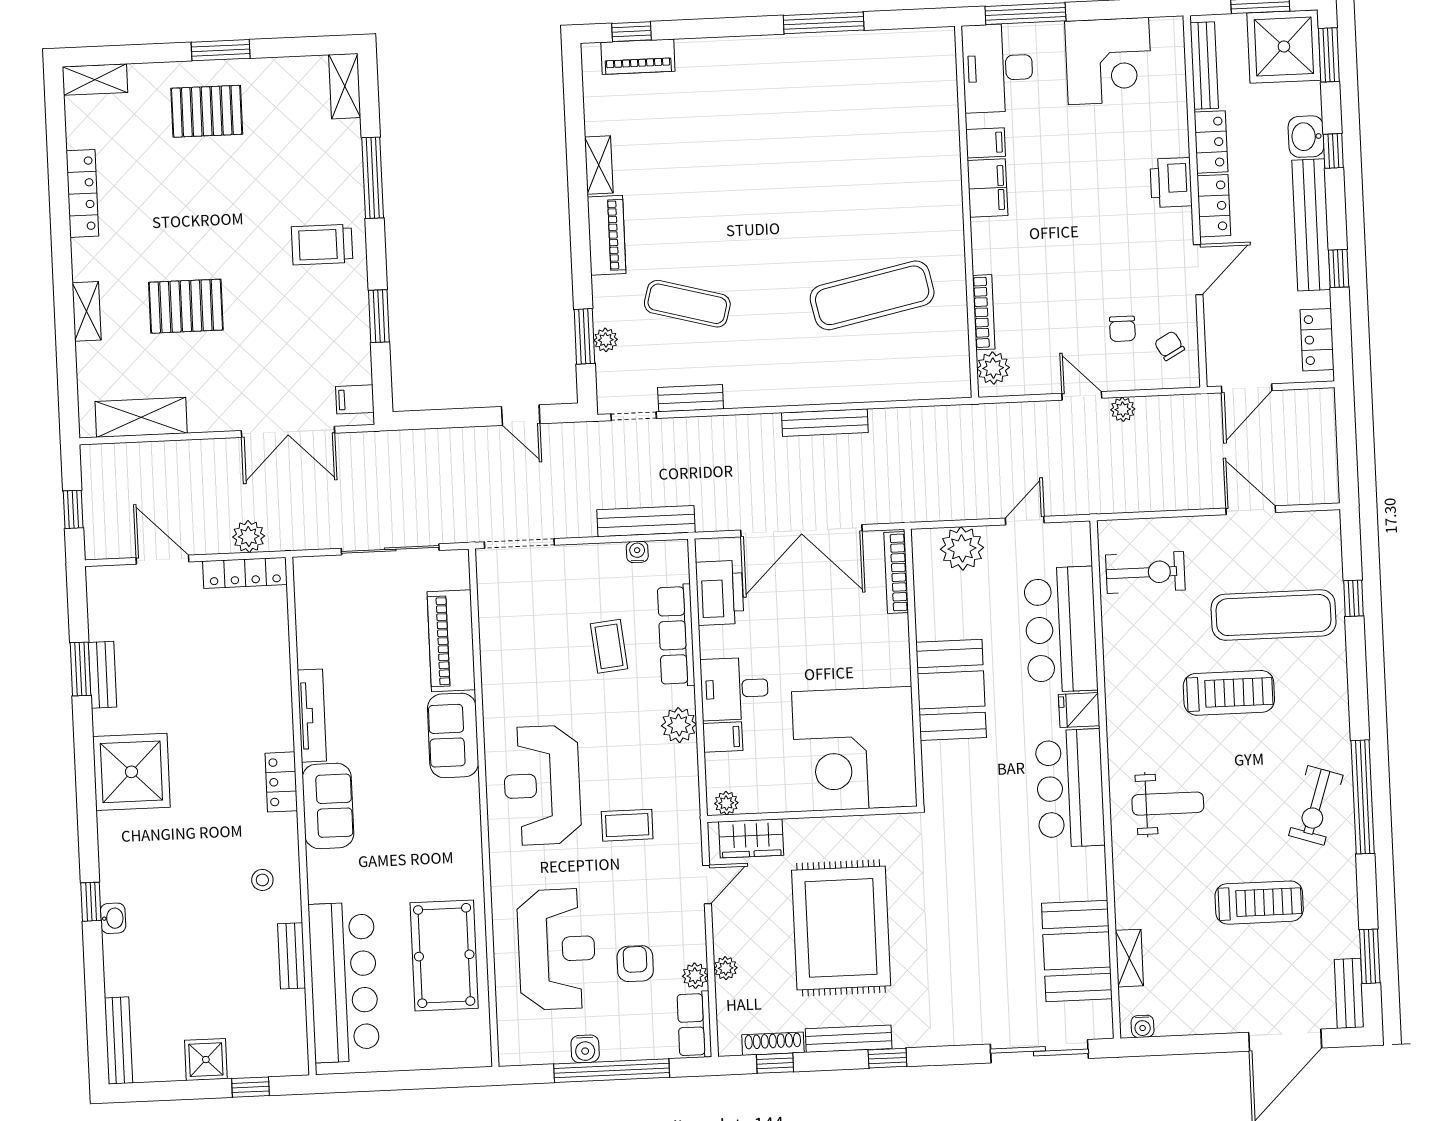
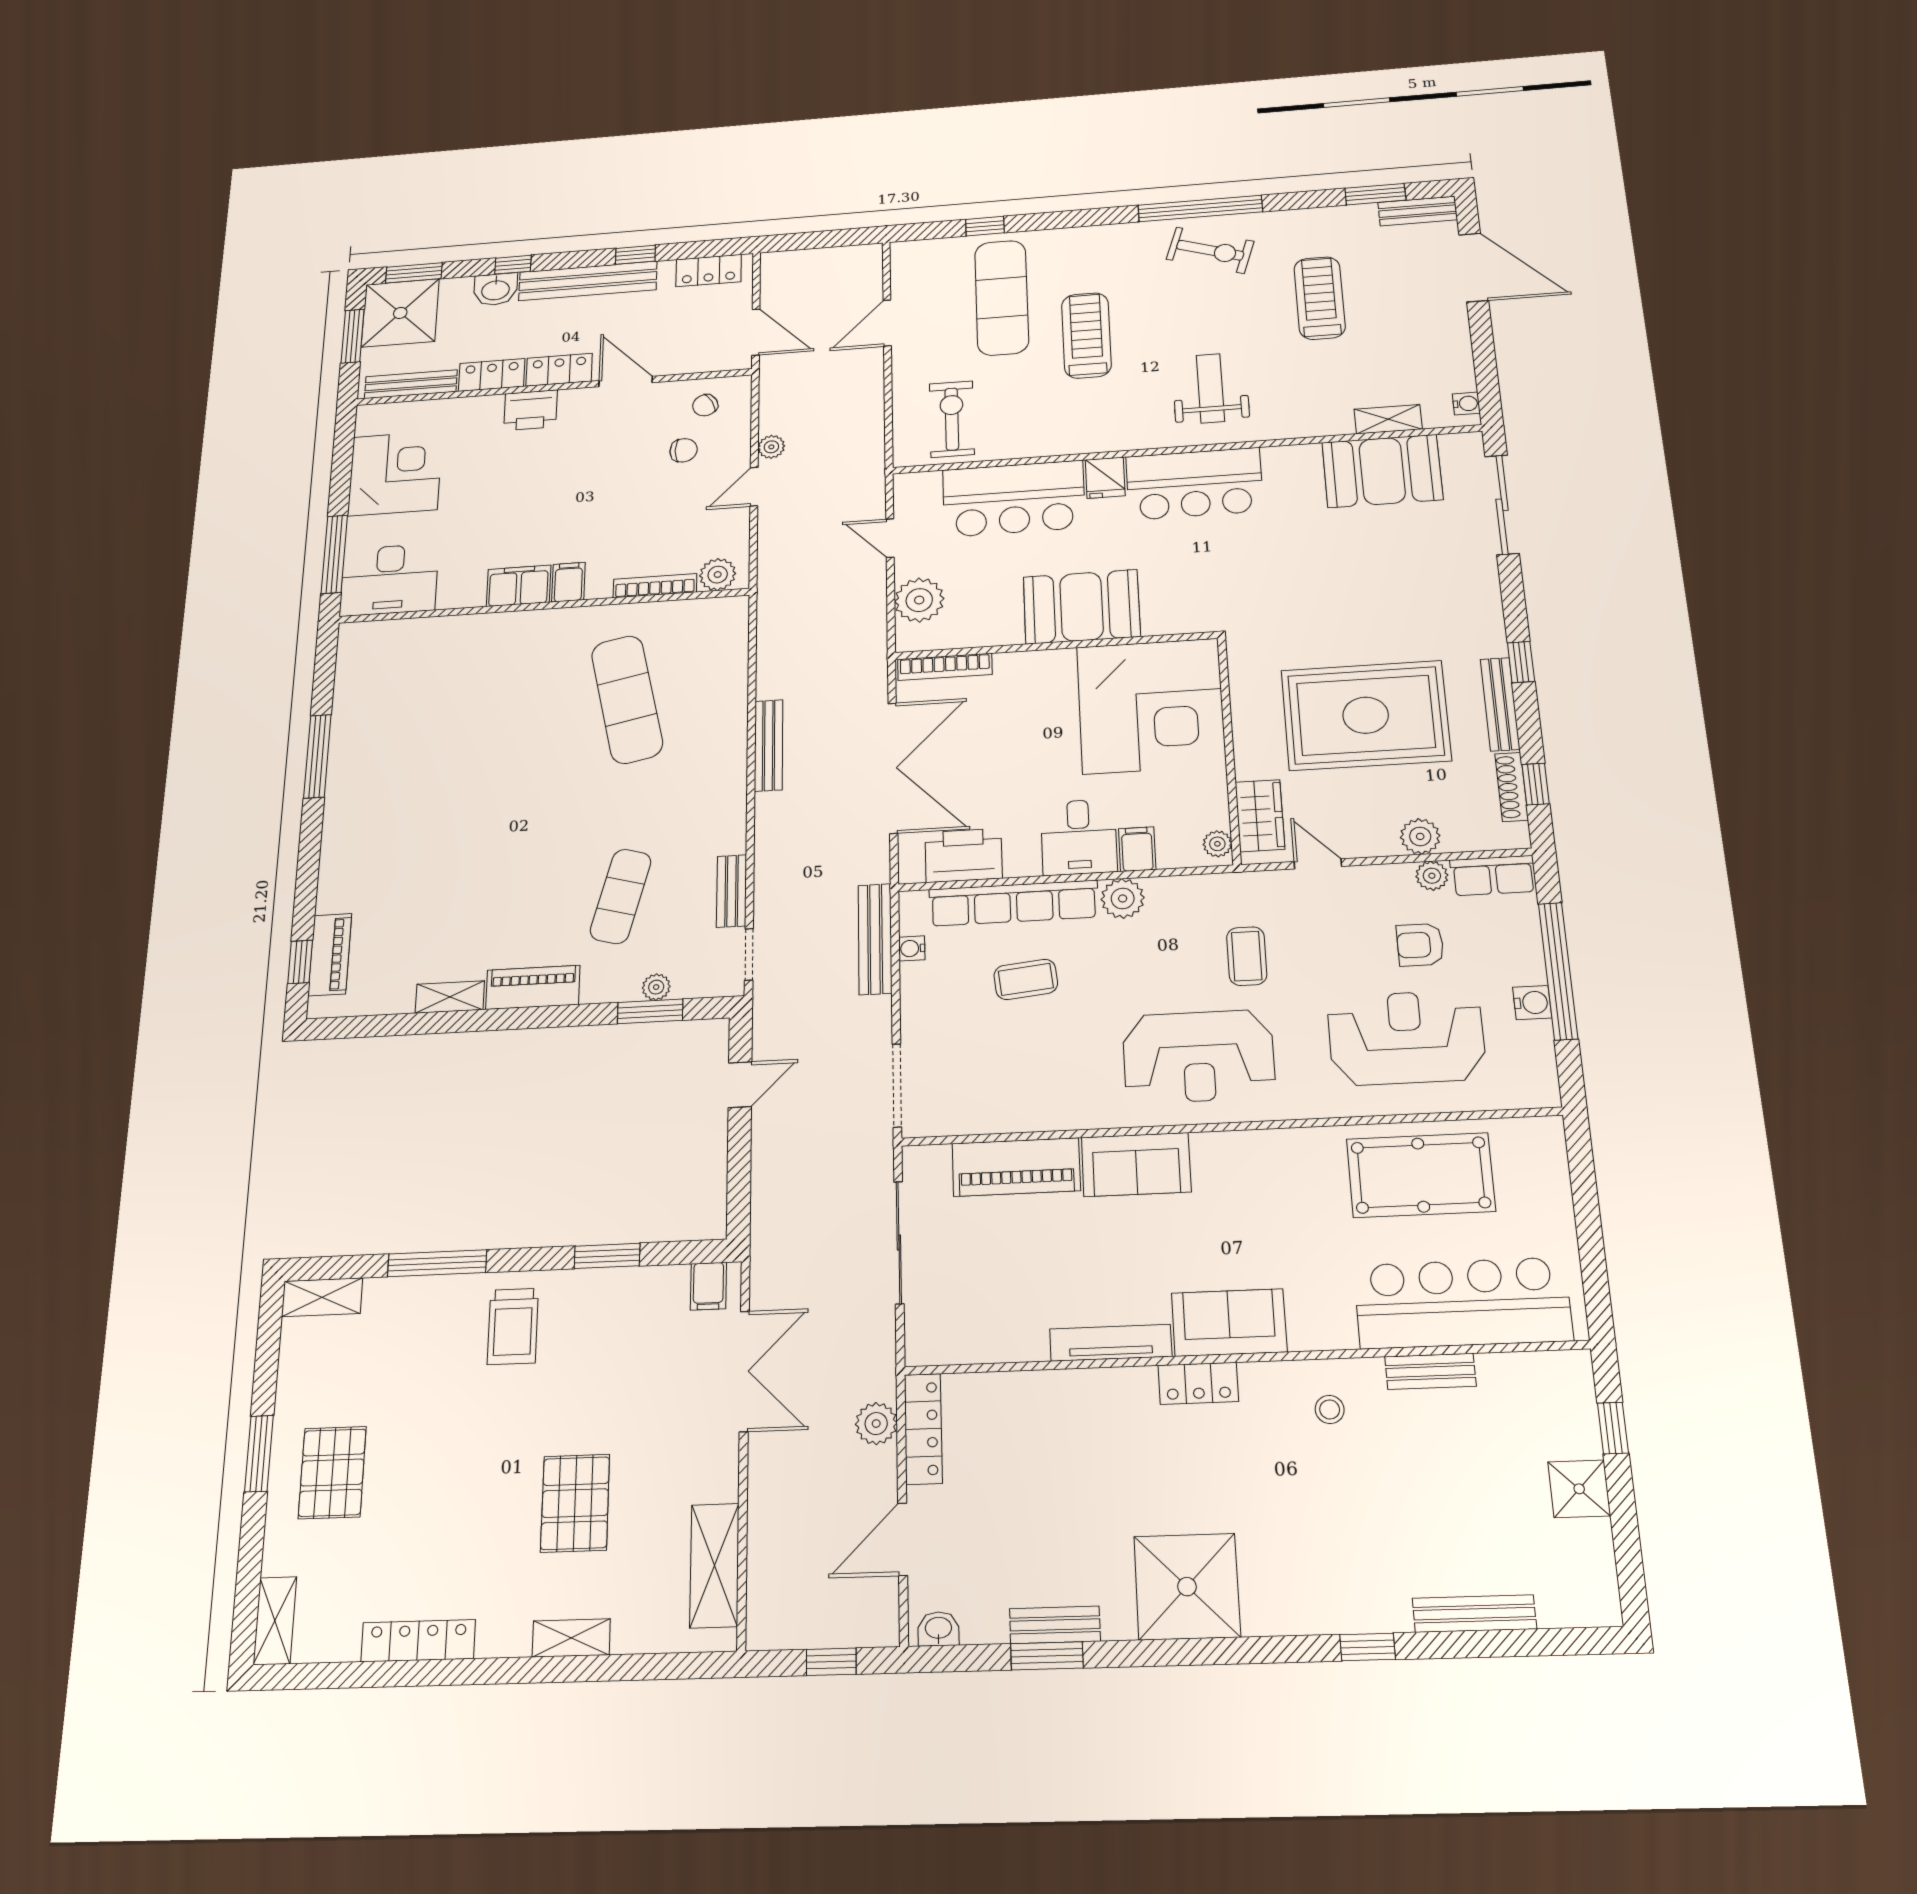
filing cabinet: (986, 143) -> (568, 582), moved
row of seats: (676, 635) -> (1013, 903), width x1.36
washbasin: (113, 918) -> (938, 1629), moved
plant: (726, 968) -> (1420, 836), width x1.38, depth x1.38
bench: (119, 1041) -> (1474, 1614), moved

